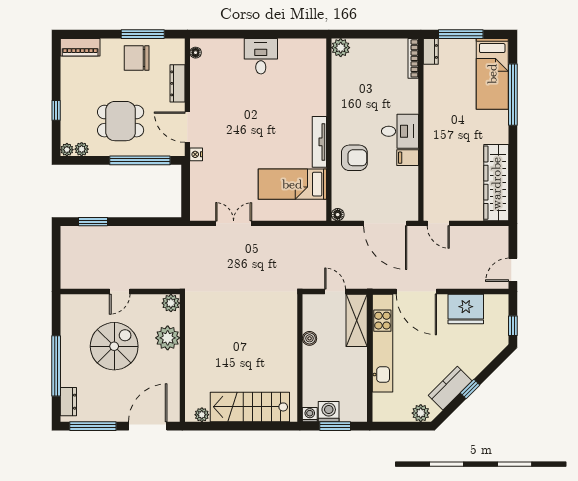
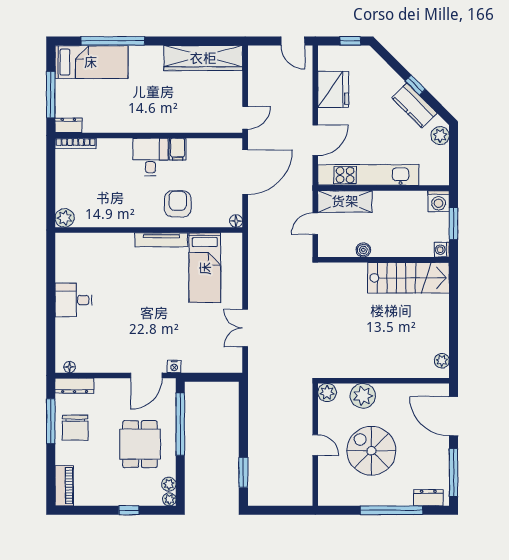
dresser: (178, 83) -> (74, 386), moved
door: (416, 292) -> (315, 140), width x0.73
stairs: (250, 407) -> (408, 278), moved, turned -90
washing machine: (329, 412) -> (439, 201), moved, turned -90

